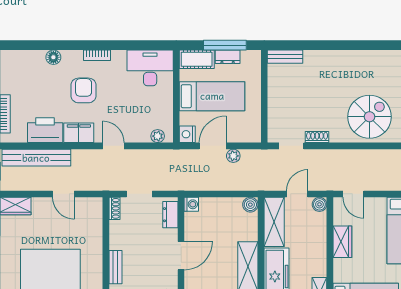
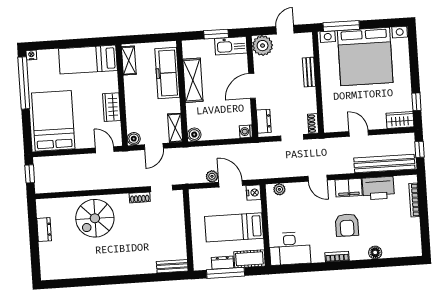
door: (213, 146) -> (231, 184), swing flipped
shelving: (274, 222) -> (175, 128), width x0.67, depth x0.75

